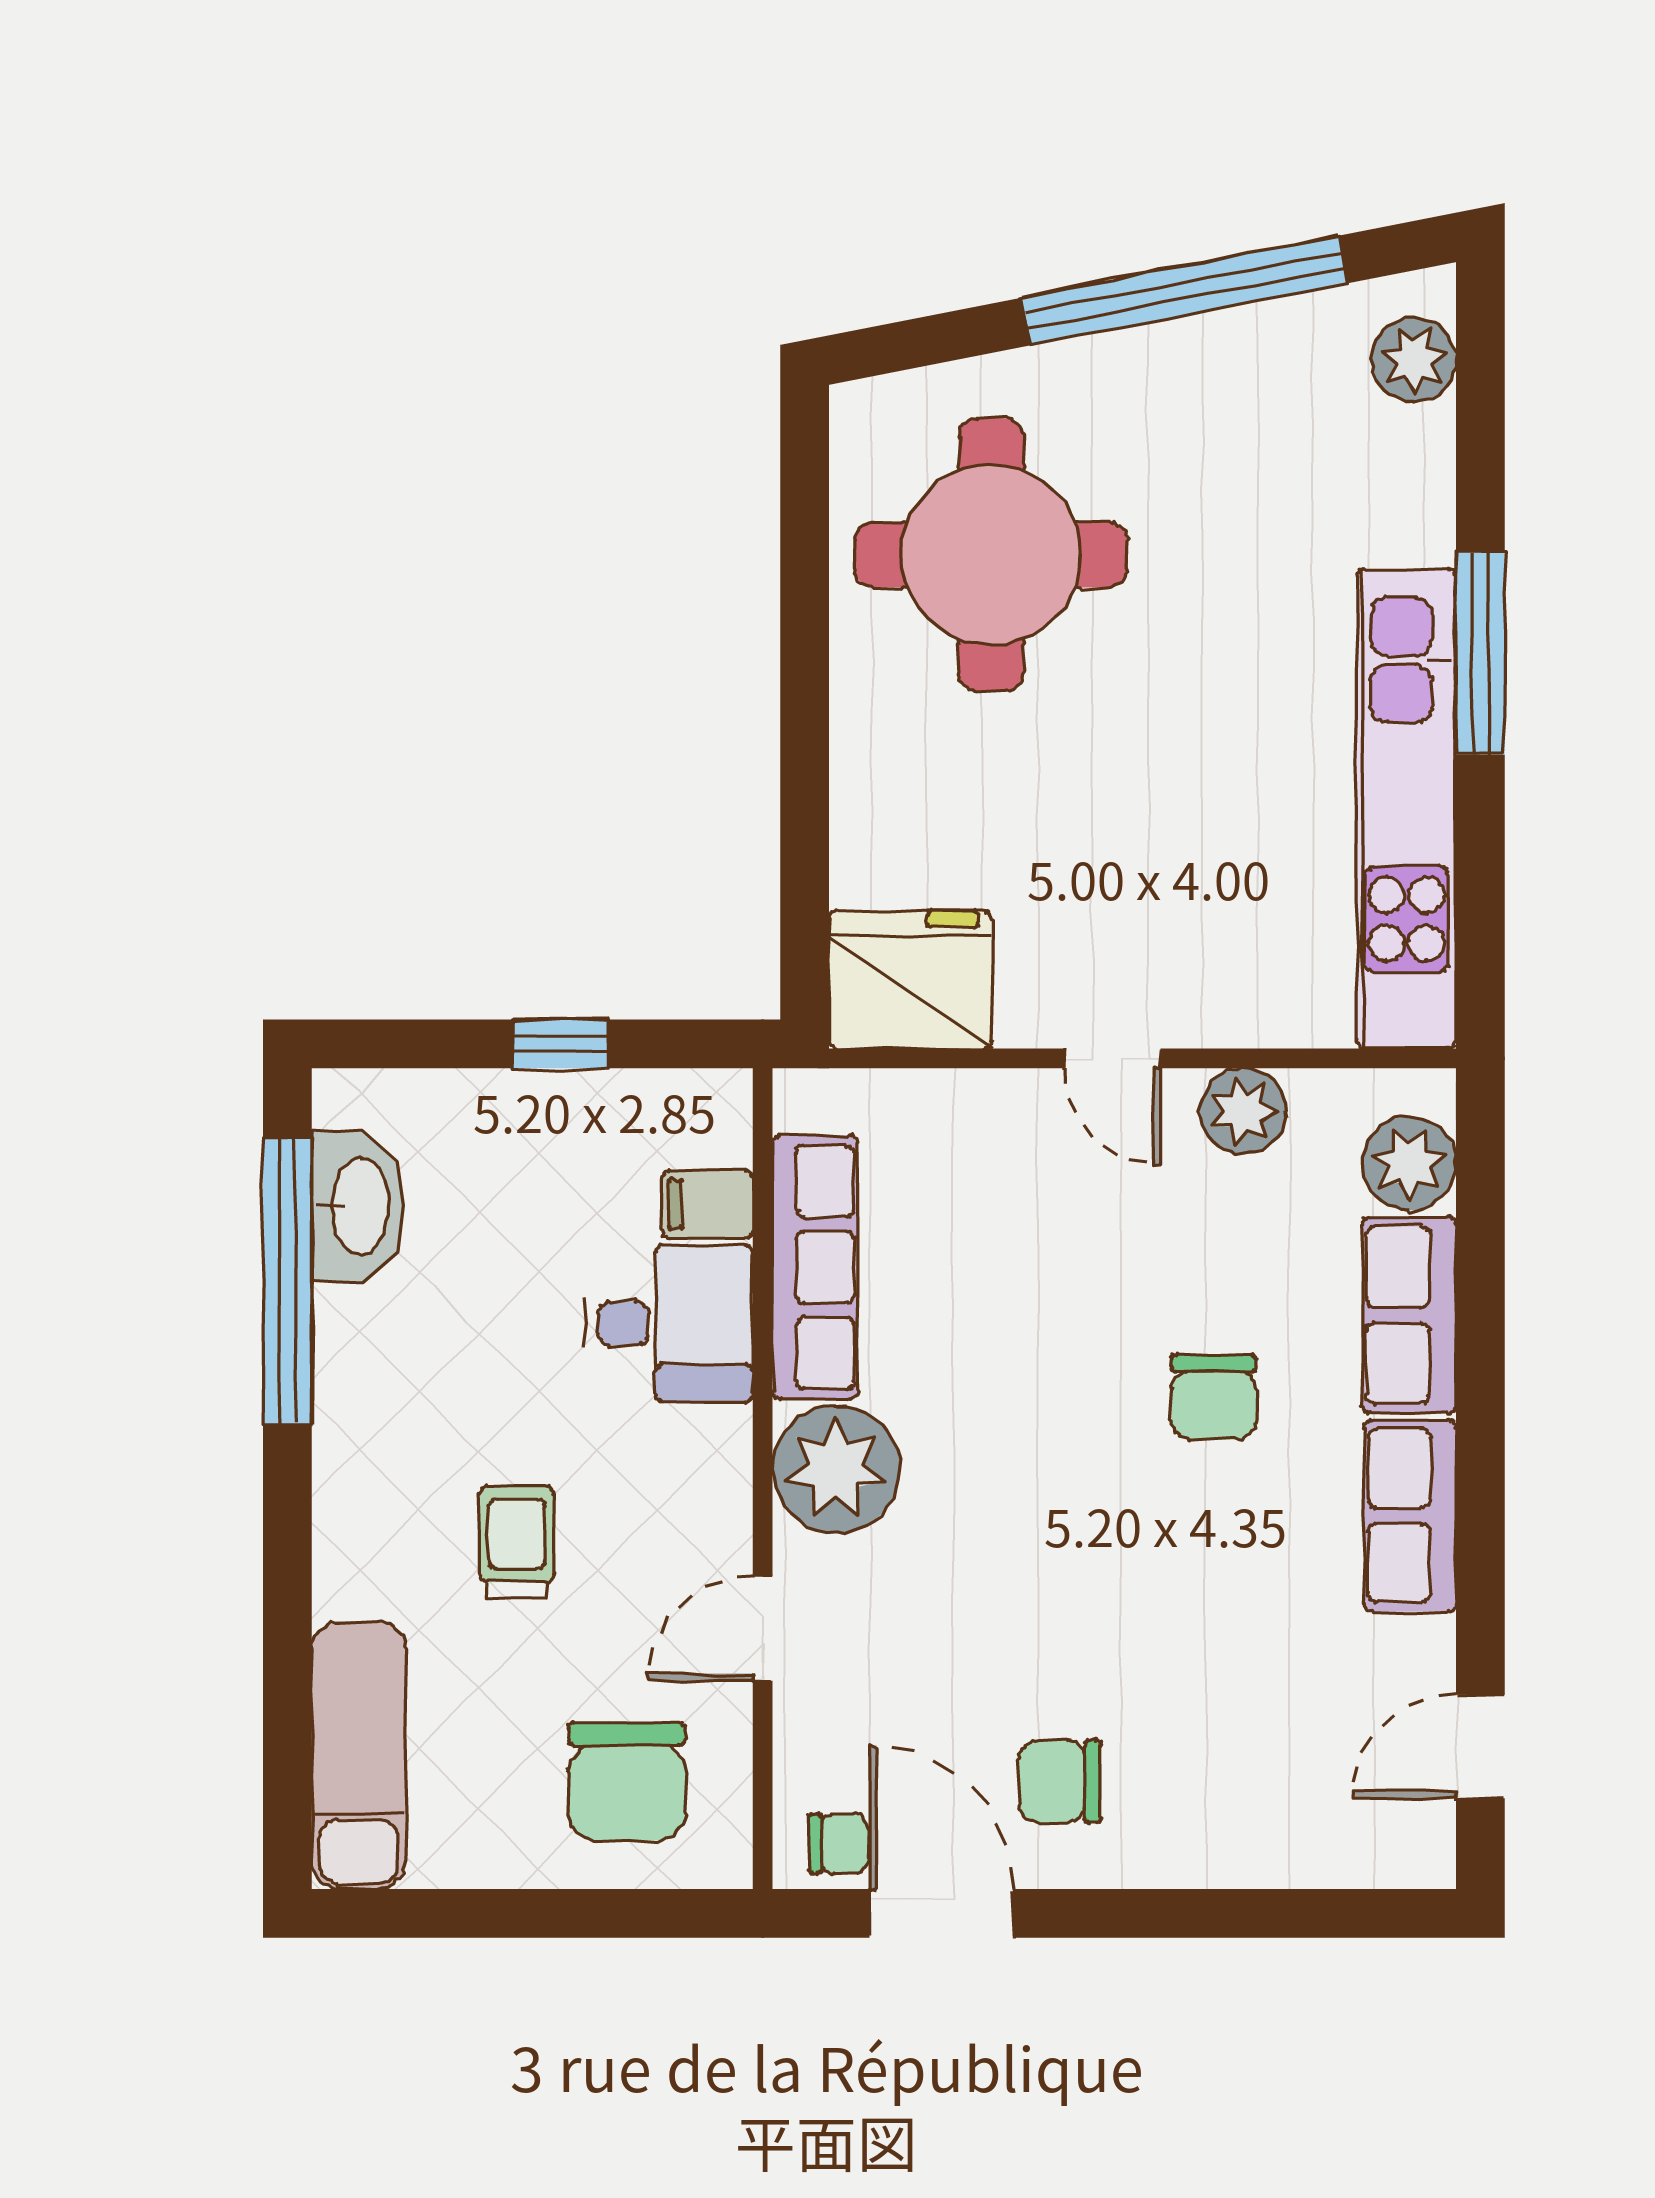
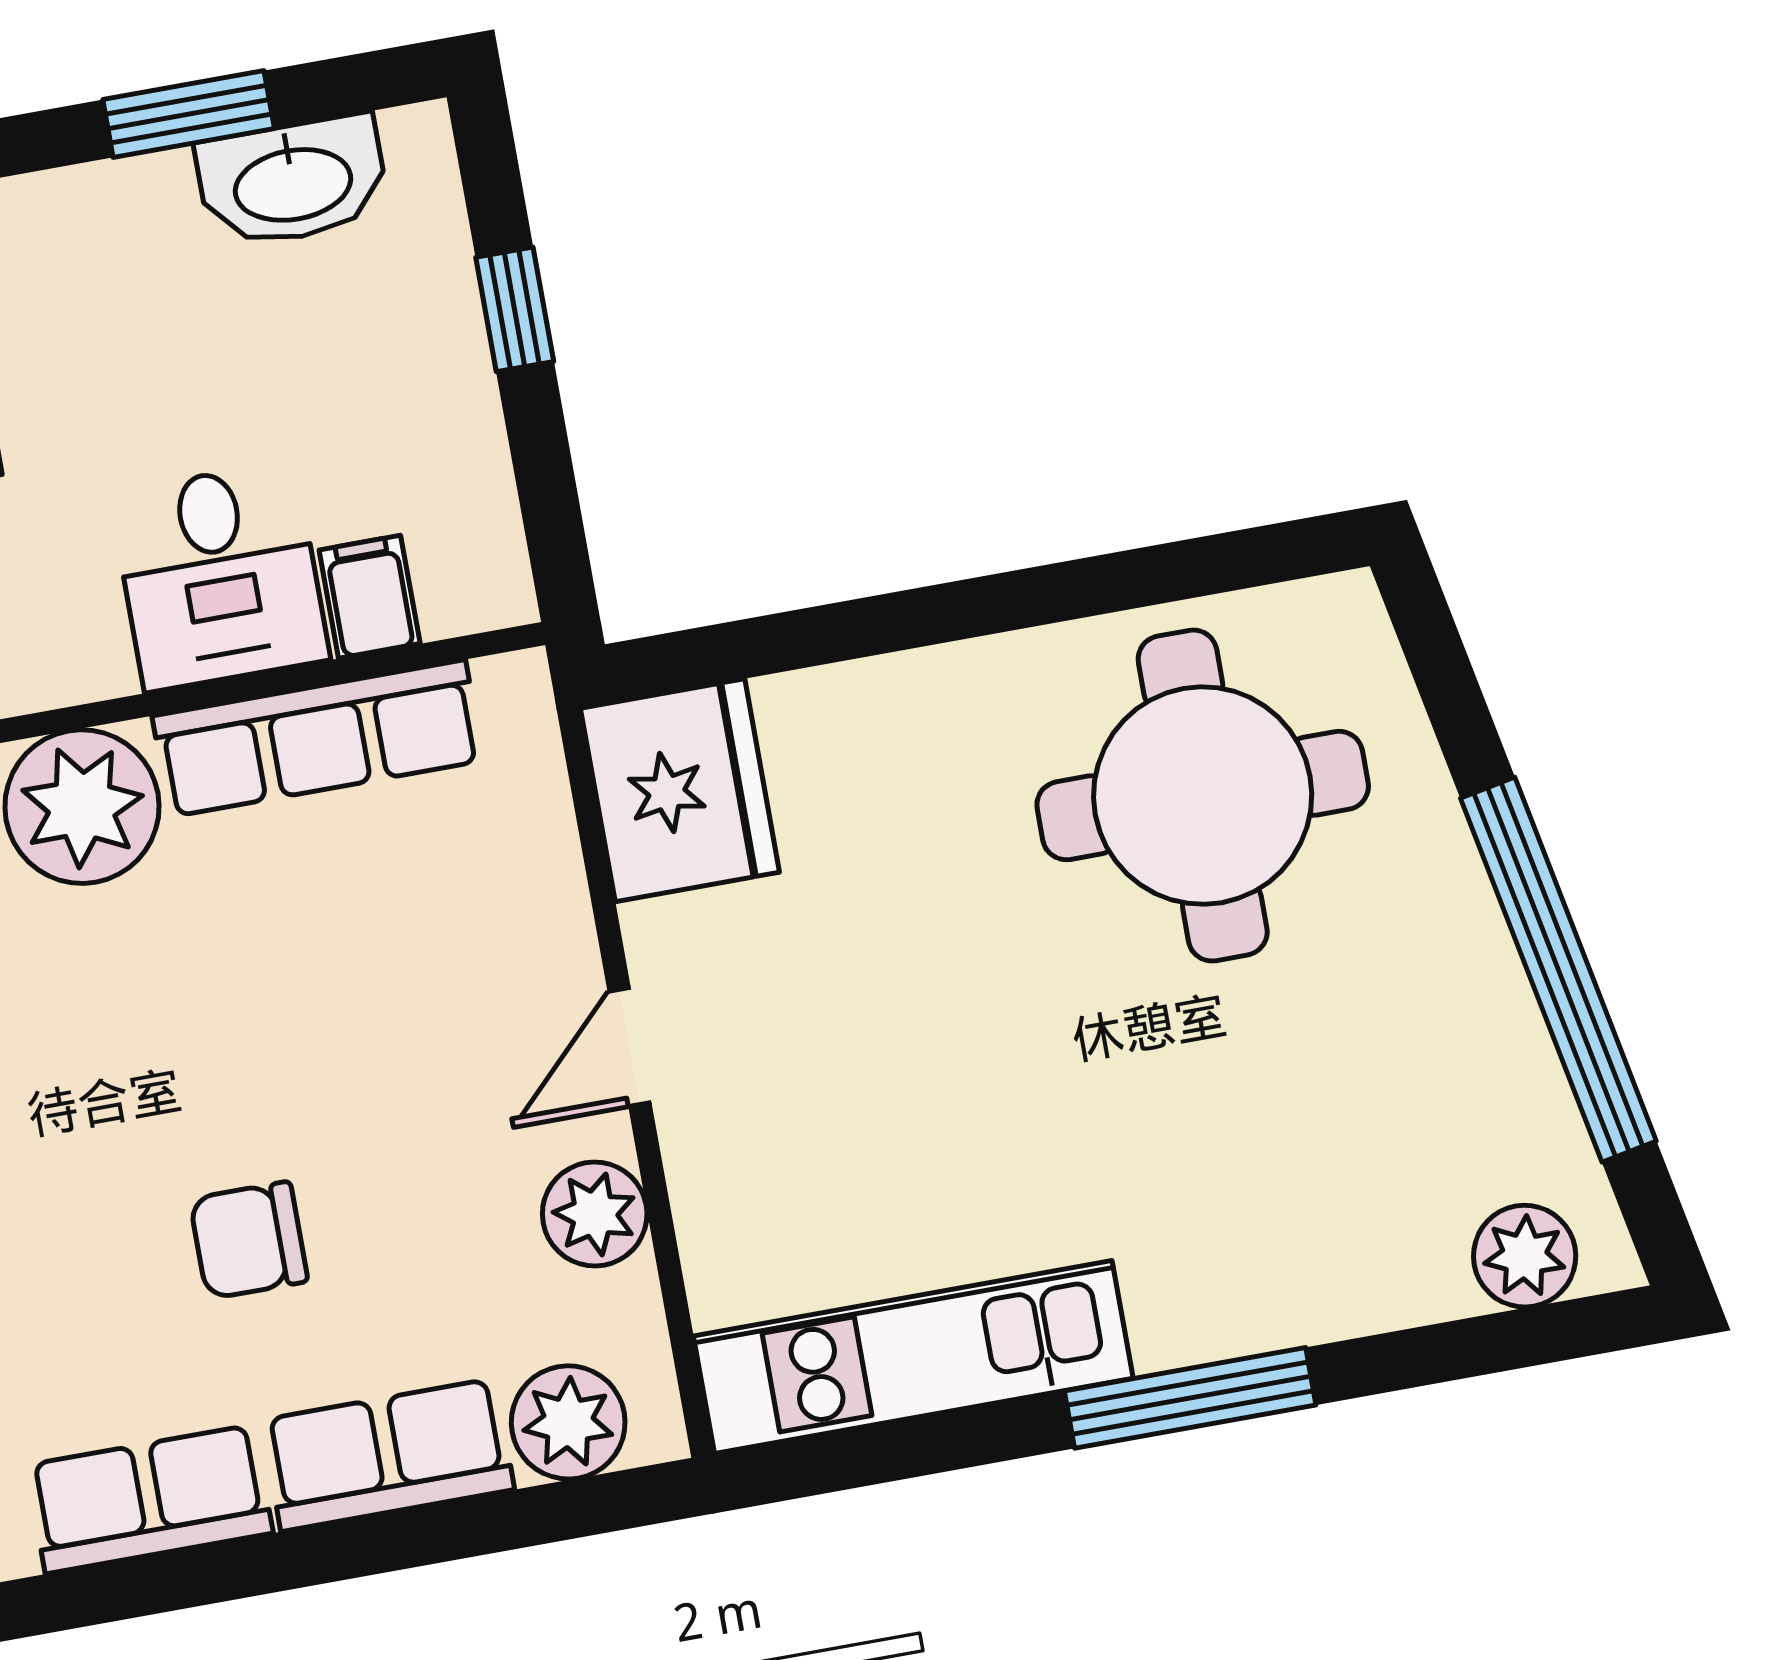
kitchen unit: (1406, 809) -> (913, 1357), width x0.73
window: (560, 1044) -> (515, 309), moved
window: (287, 1281) -> (189, 114), width x0.47

